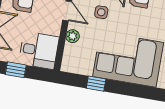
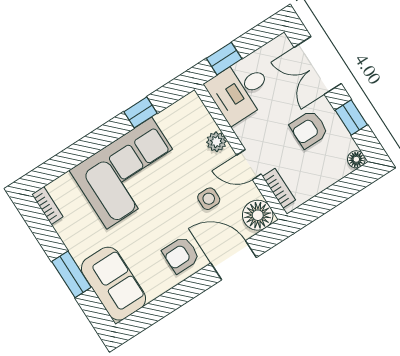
window: (16, 70) -> (224, 59), moved

